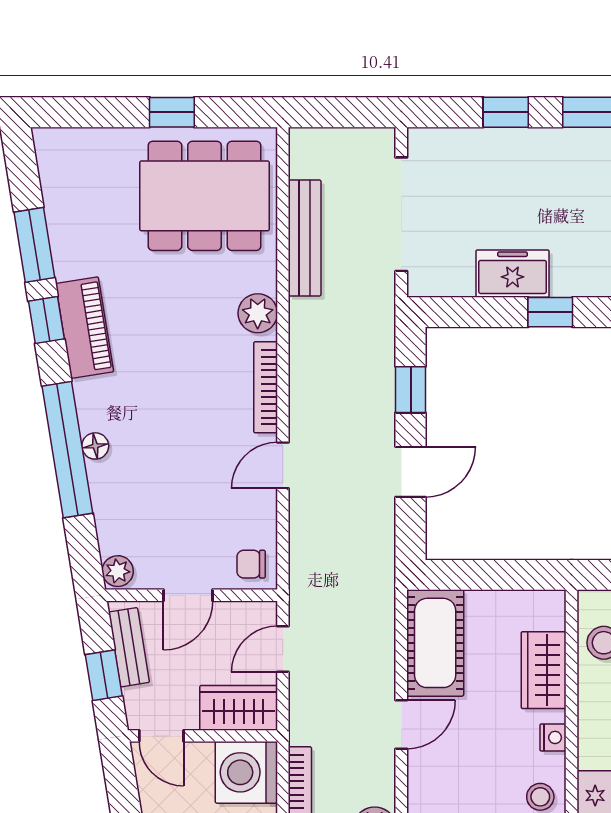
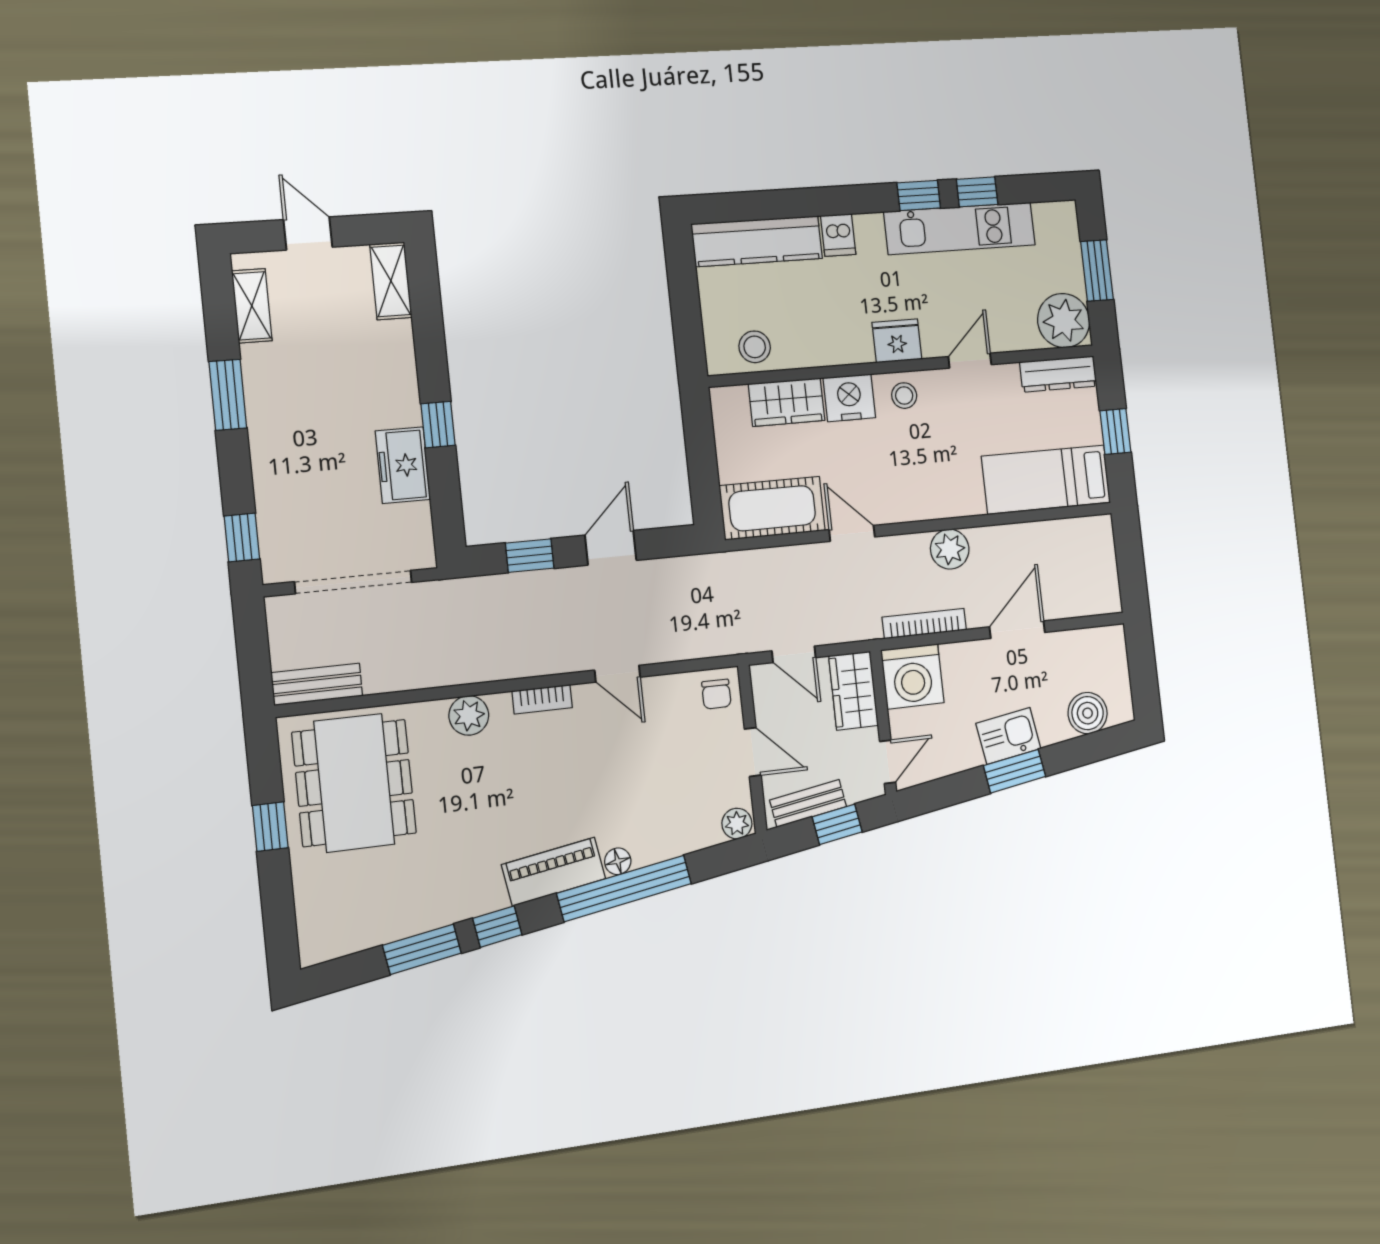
window: (506, 112) -> (242, 538), moved
bench: (305, 238) -> (317, 684), moved, width x0.73
piano: (85, 328) -> (554, 872), moved
bookcase: (266, 387) -> (542, 699), width x0.64
door: (411, 472) -> (611, 548), hinge flipped
nightstand: (553, 737) -> (849, 398), width x1.89, depth x1.79

